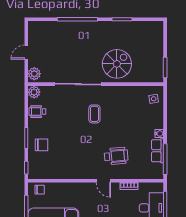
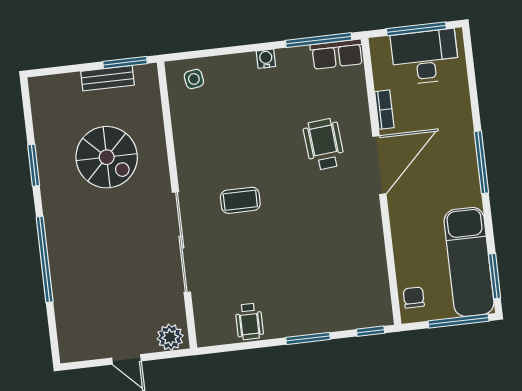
bench: (159, 58) -> (107, 78), added
spiral stairs: (117, 64) -> (107, 157), moved, turned 180
plant: (34, 92) -> (209, 333), removed
chair: (41, 145) -> (319, 305), removed
row of seats: (158, 151) -> (337, 54), moved
door: (103, 181) -> (379, 165), width x1.88

